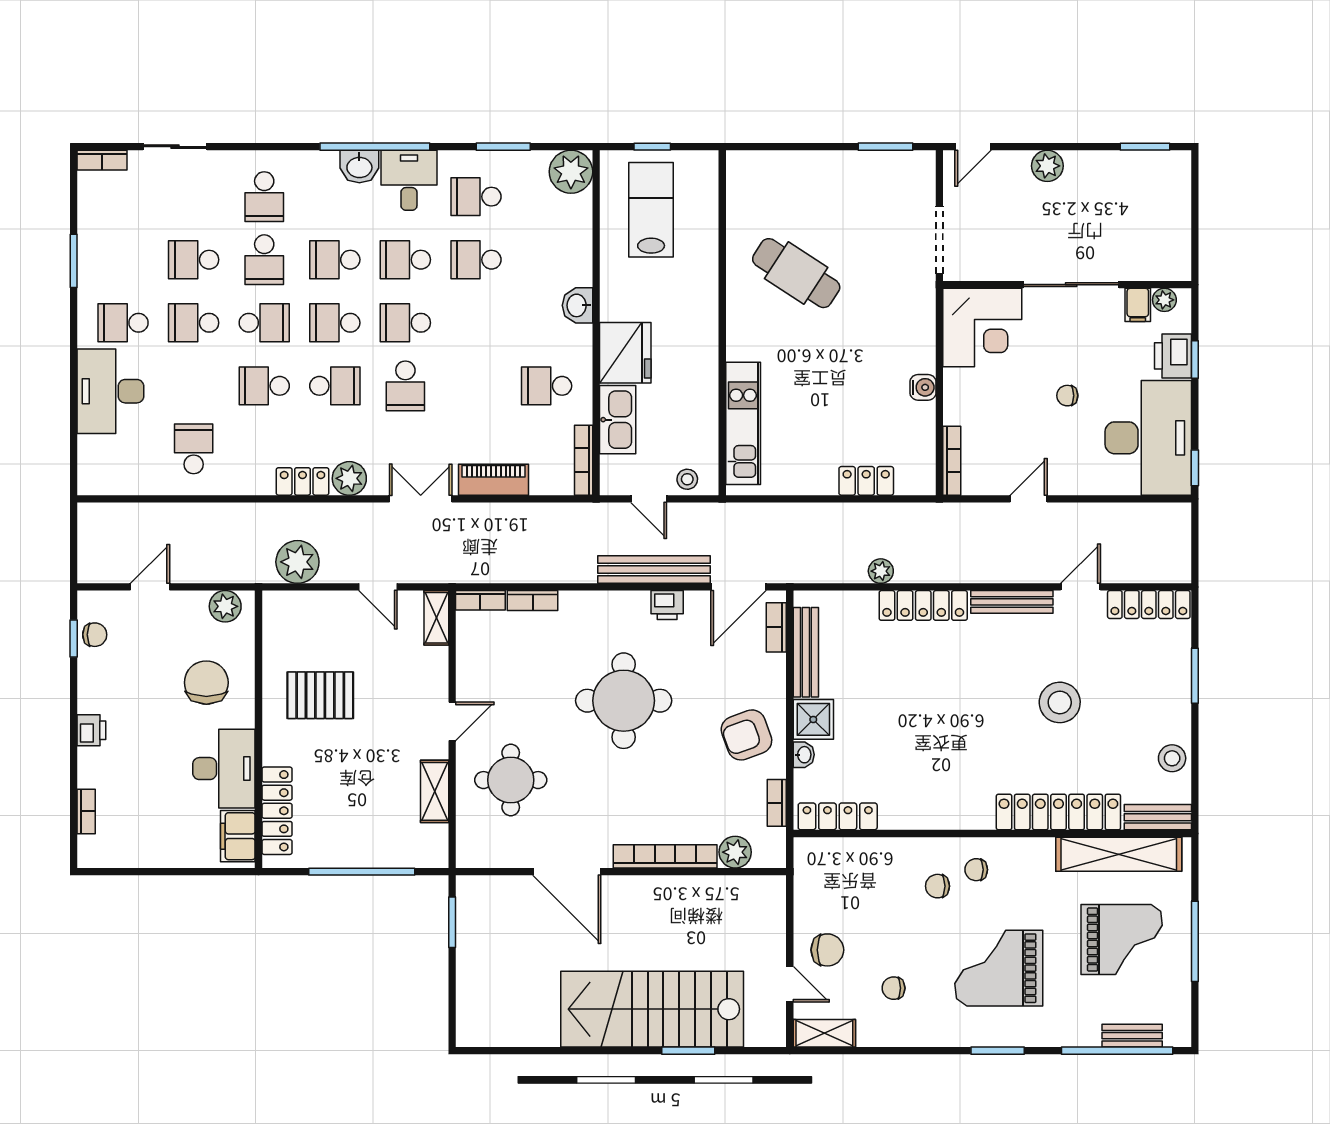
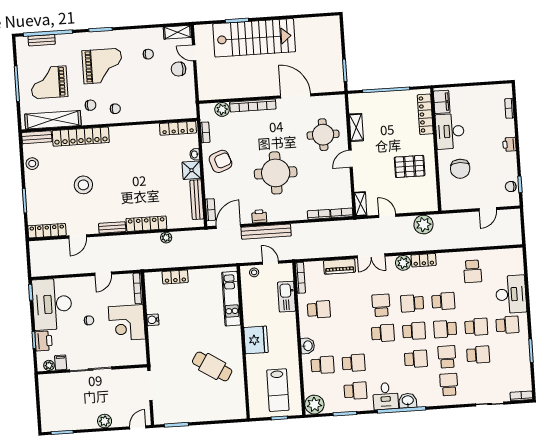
school desk: (405, 260) -> (323, 365), moved
corner desk: (982, 327) -> (127, 323), moved, turned -90
fridge: (625, 353) -> (256, 340), moved, turned 180
bench: (1012, 602) -> (112, 227), width x0.73
plant: (225, 606) -> (454, 203), removed
chair: (938, 886) -> (90, 105), moved

